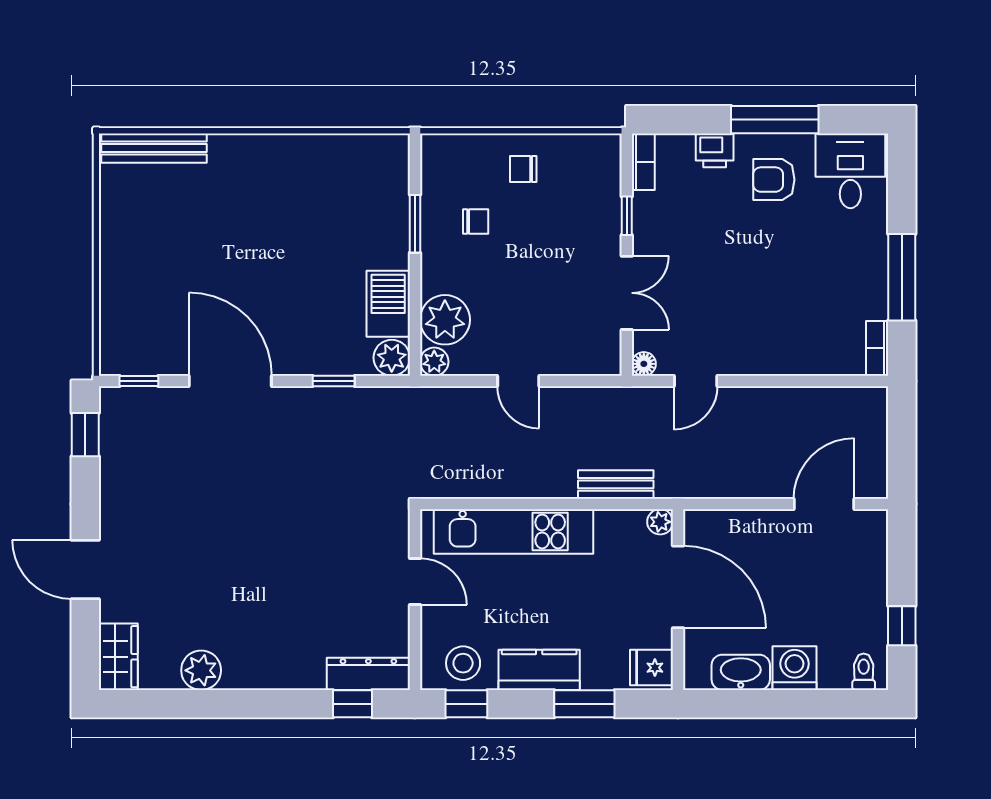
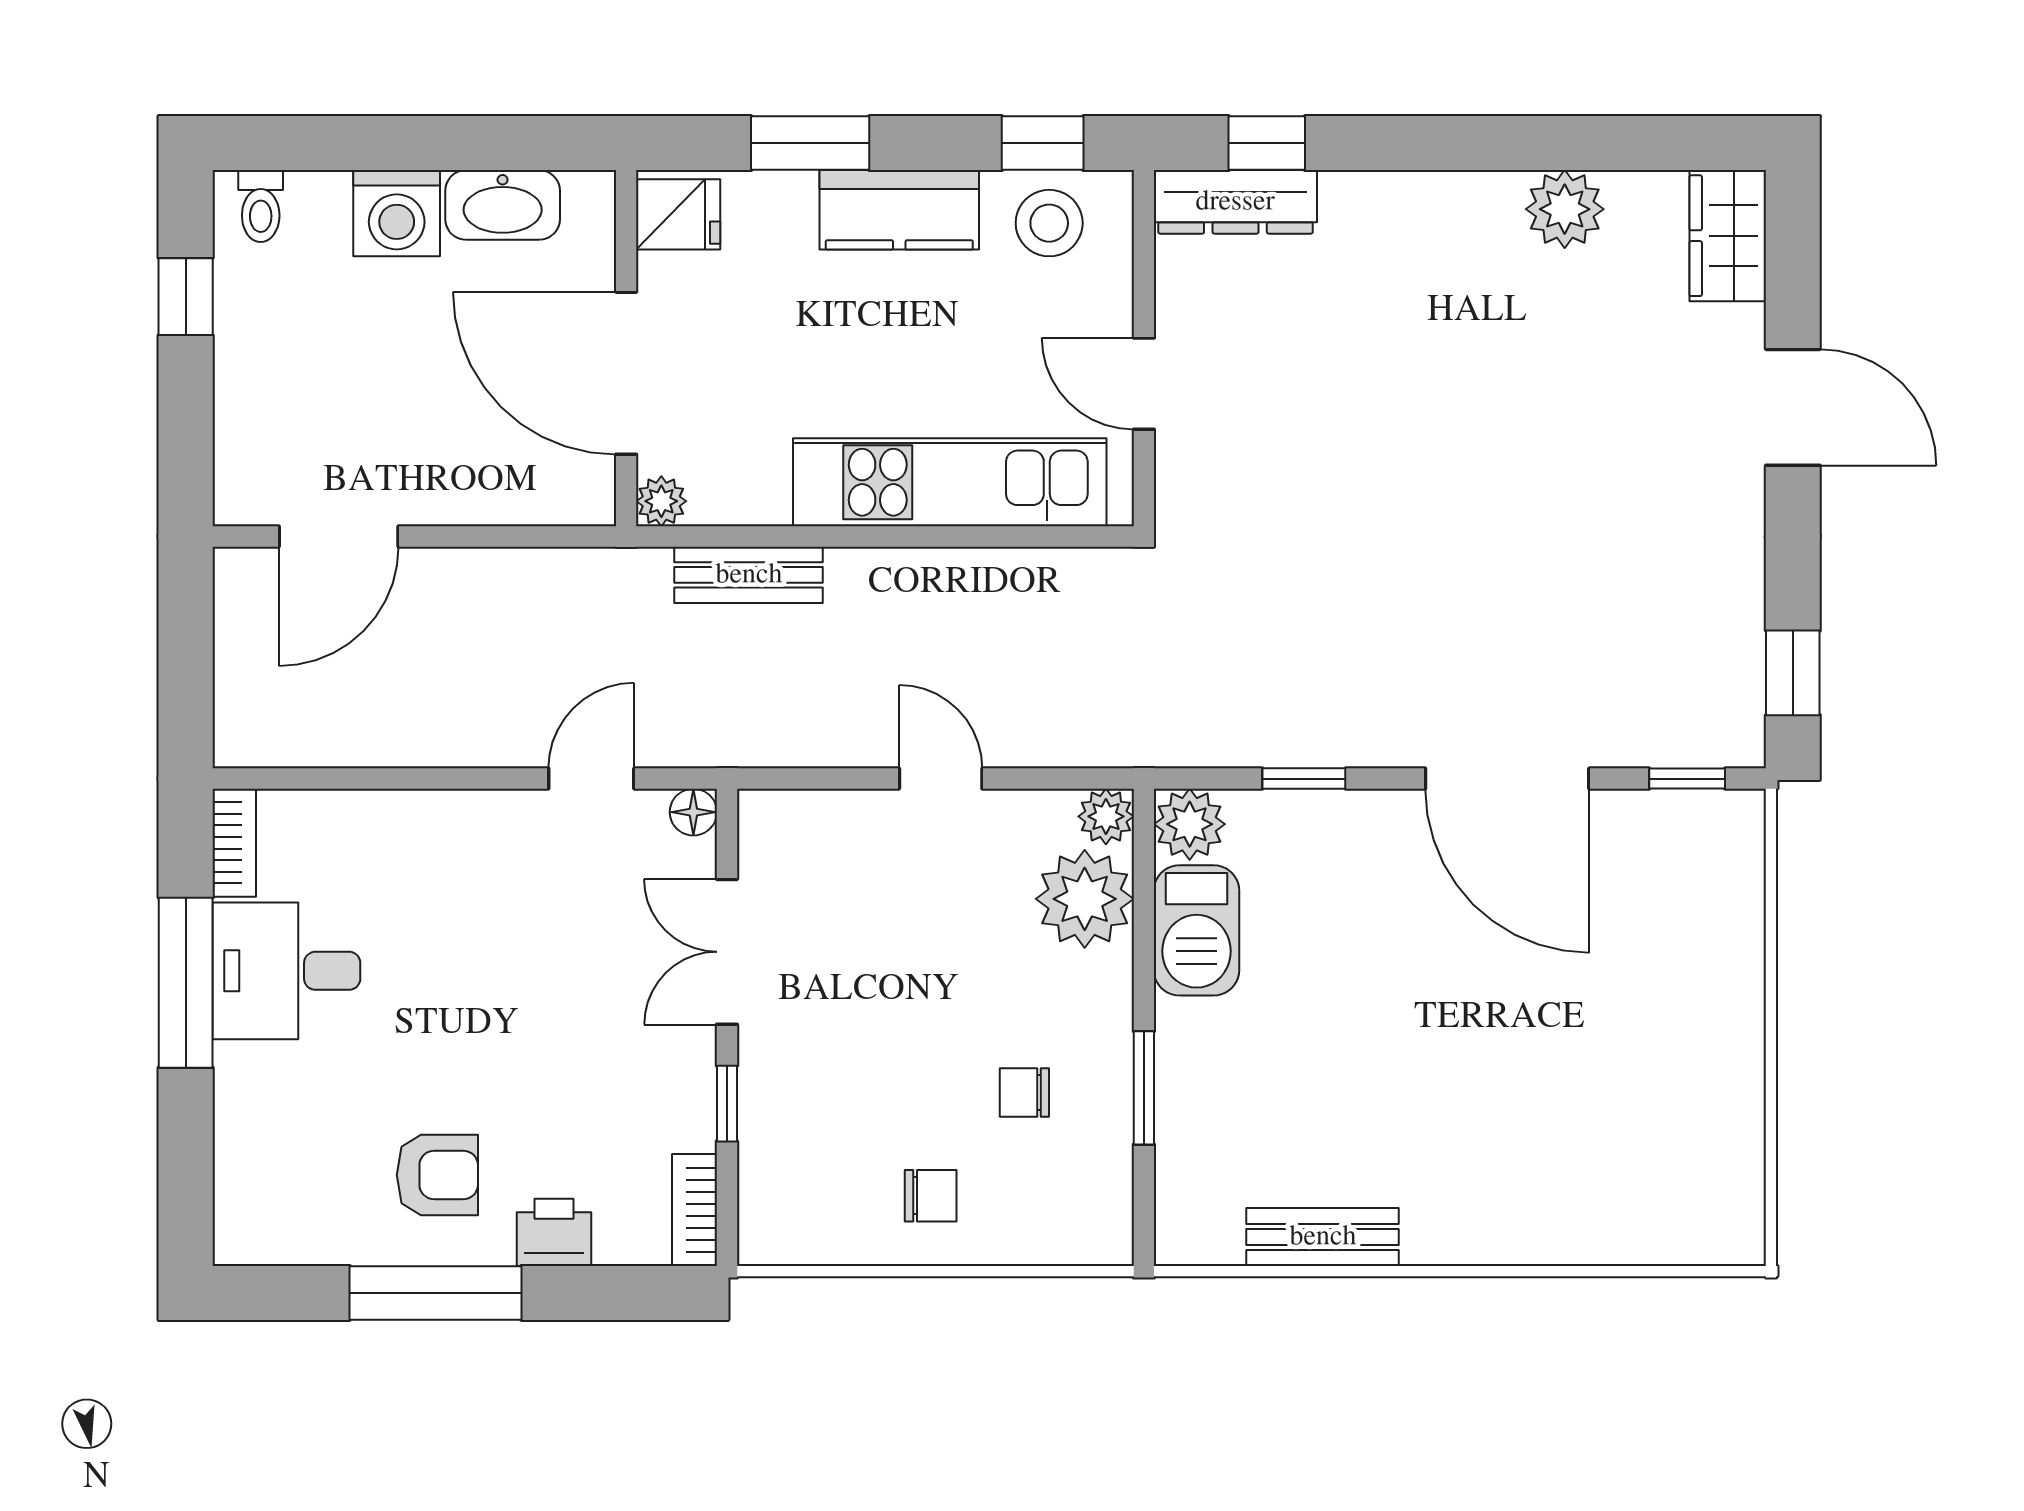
bench: (154, 148) -> (1323, 1237), moved, width x0.73
desk: (850, 171) -> (286, 971), moved, turned 90

